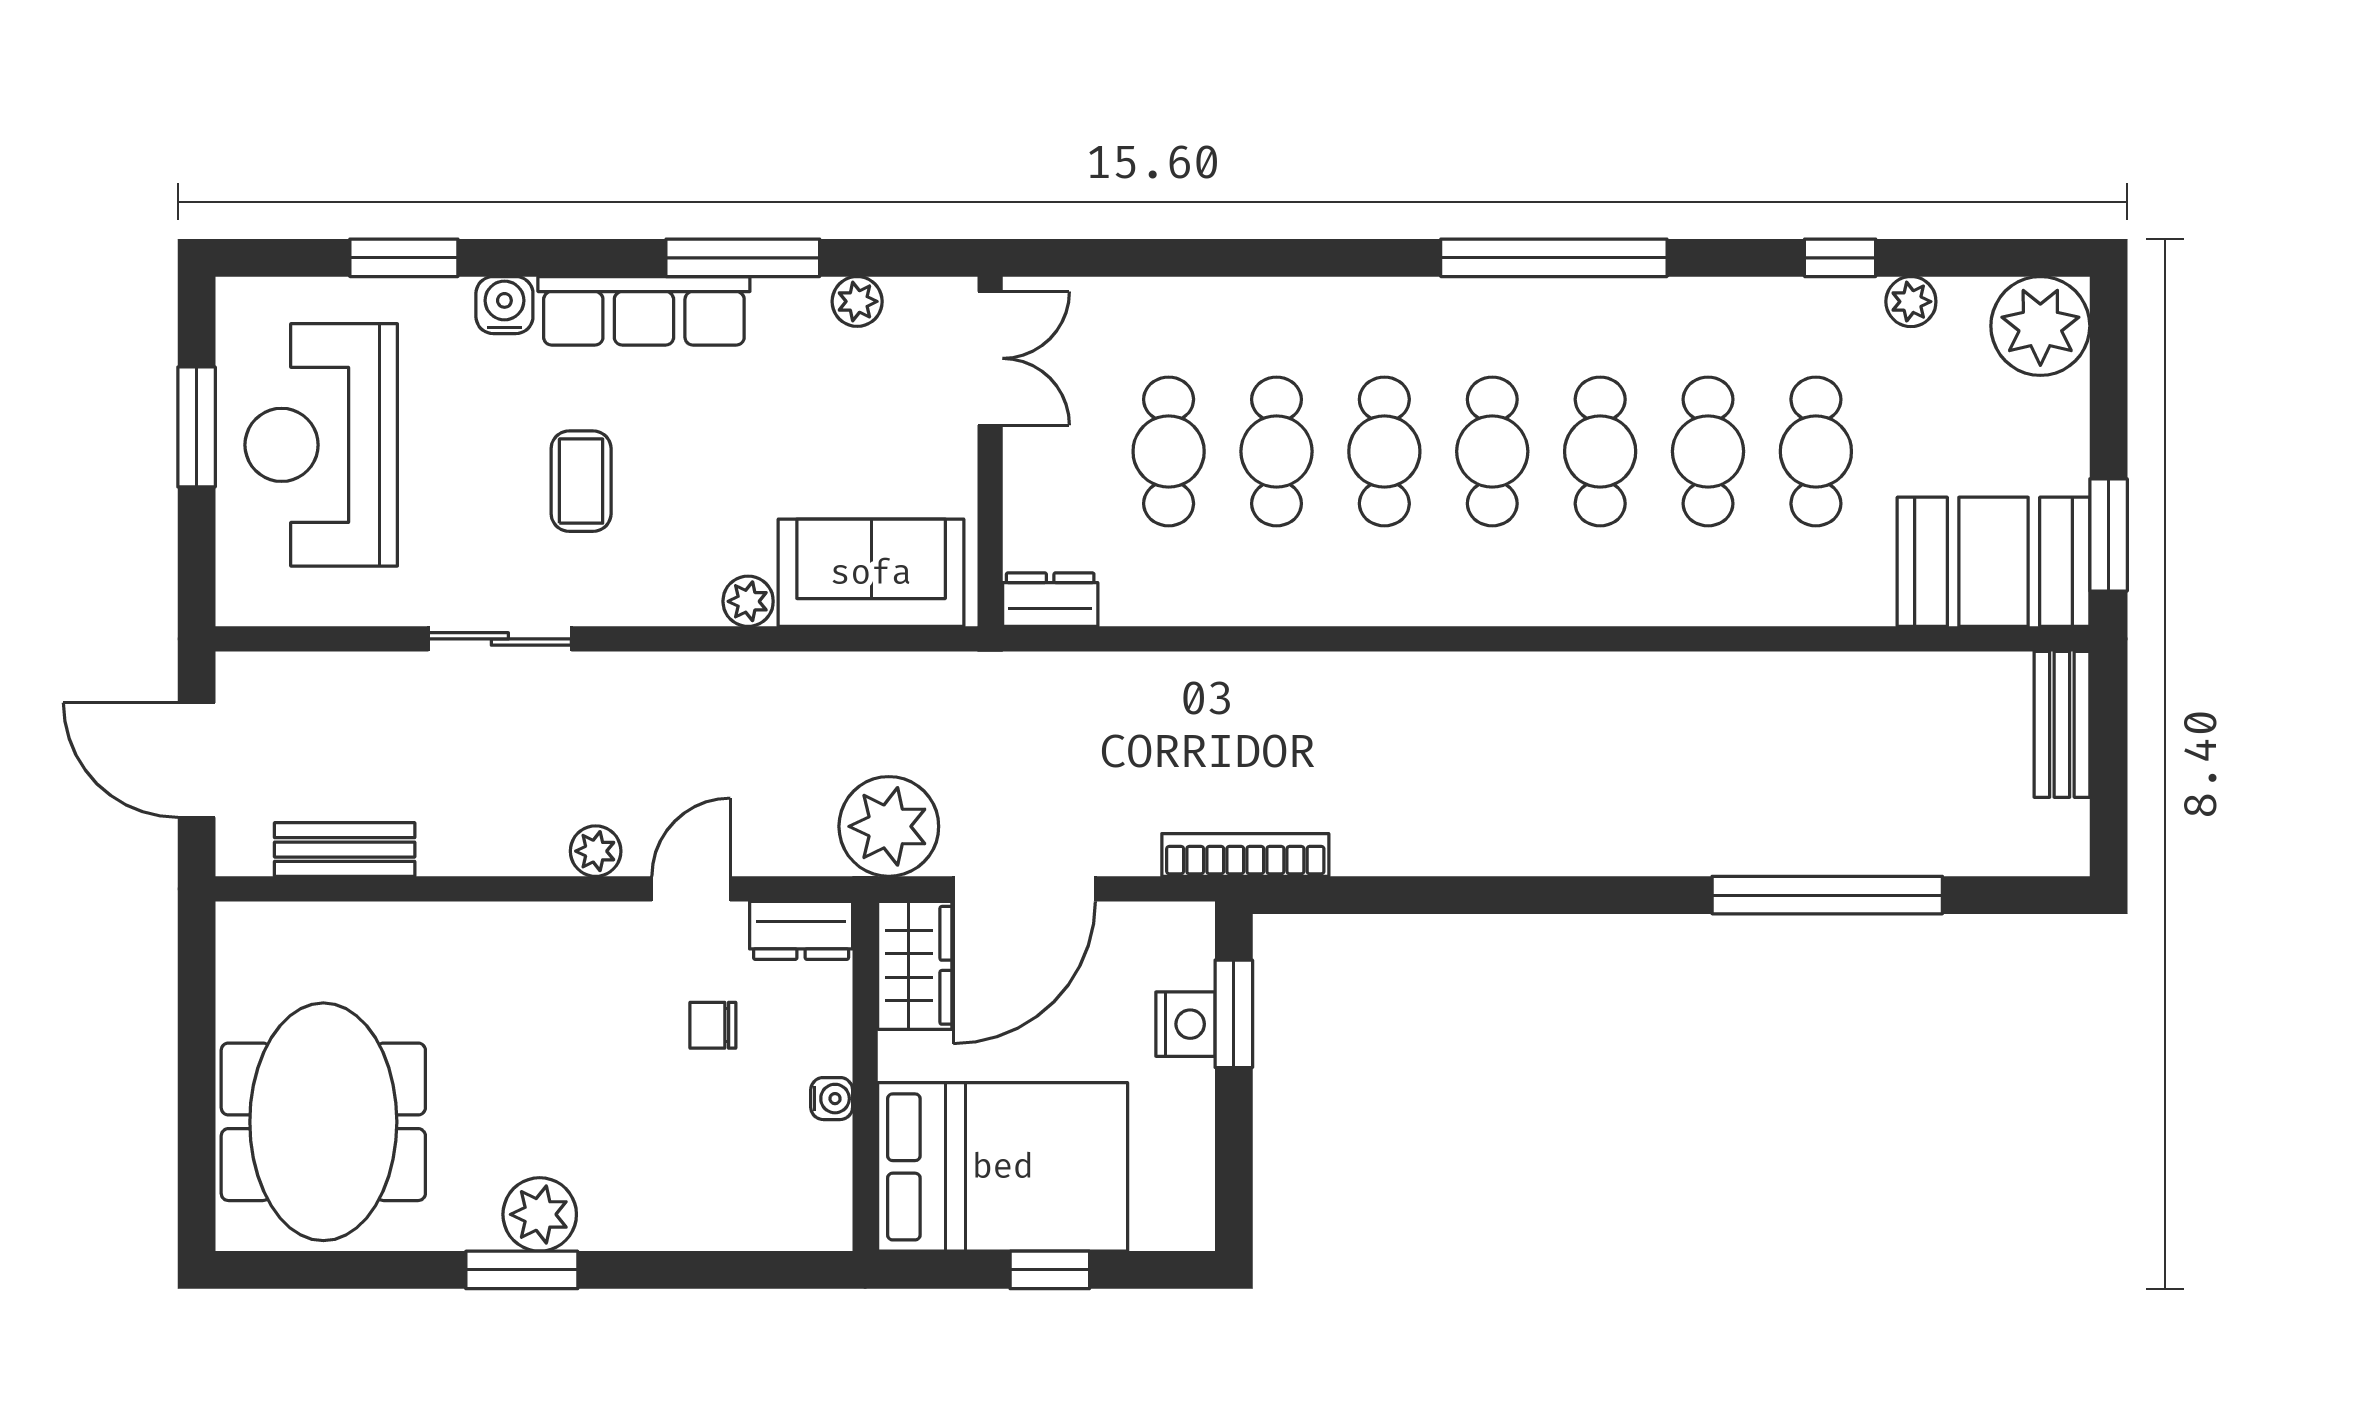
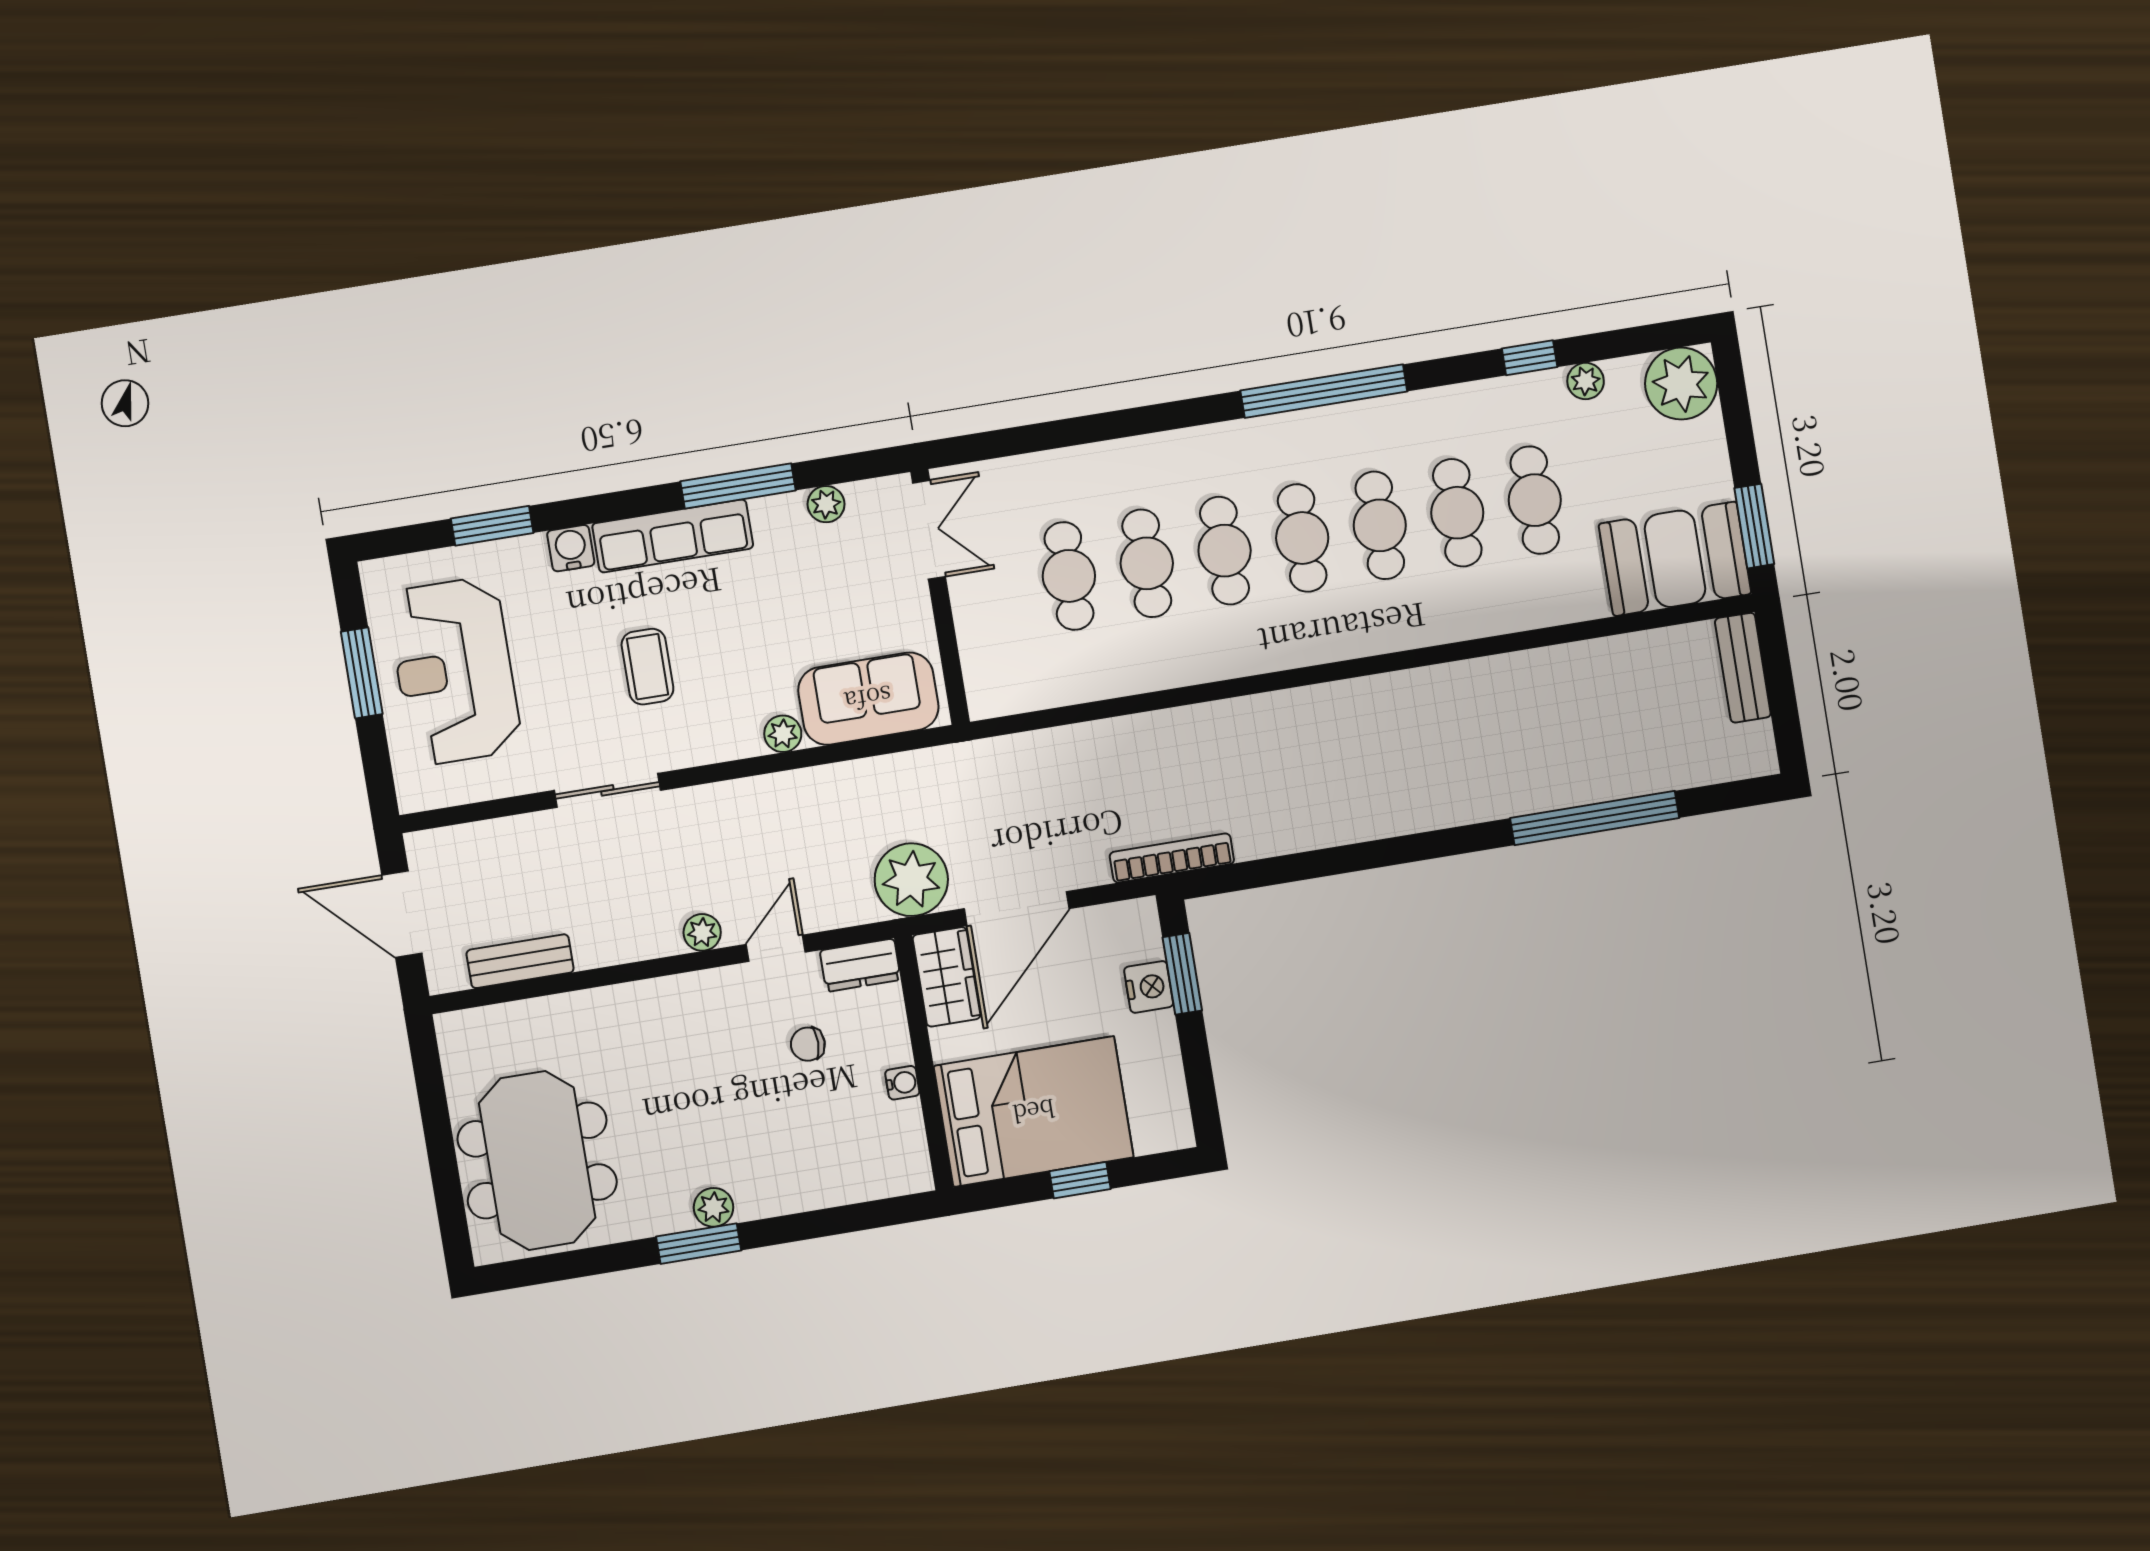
dresser: (1050, 600) -> (1001, 697), removed
plant: (540, 1214) -> (713, 1207), width x0.73, depth x0.73

